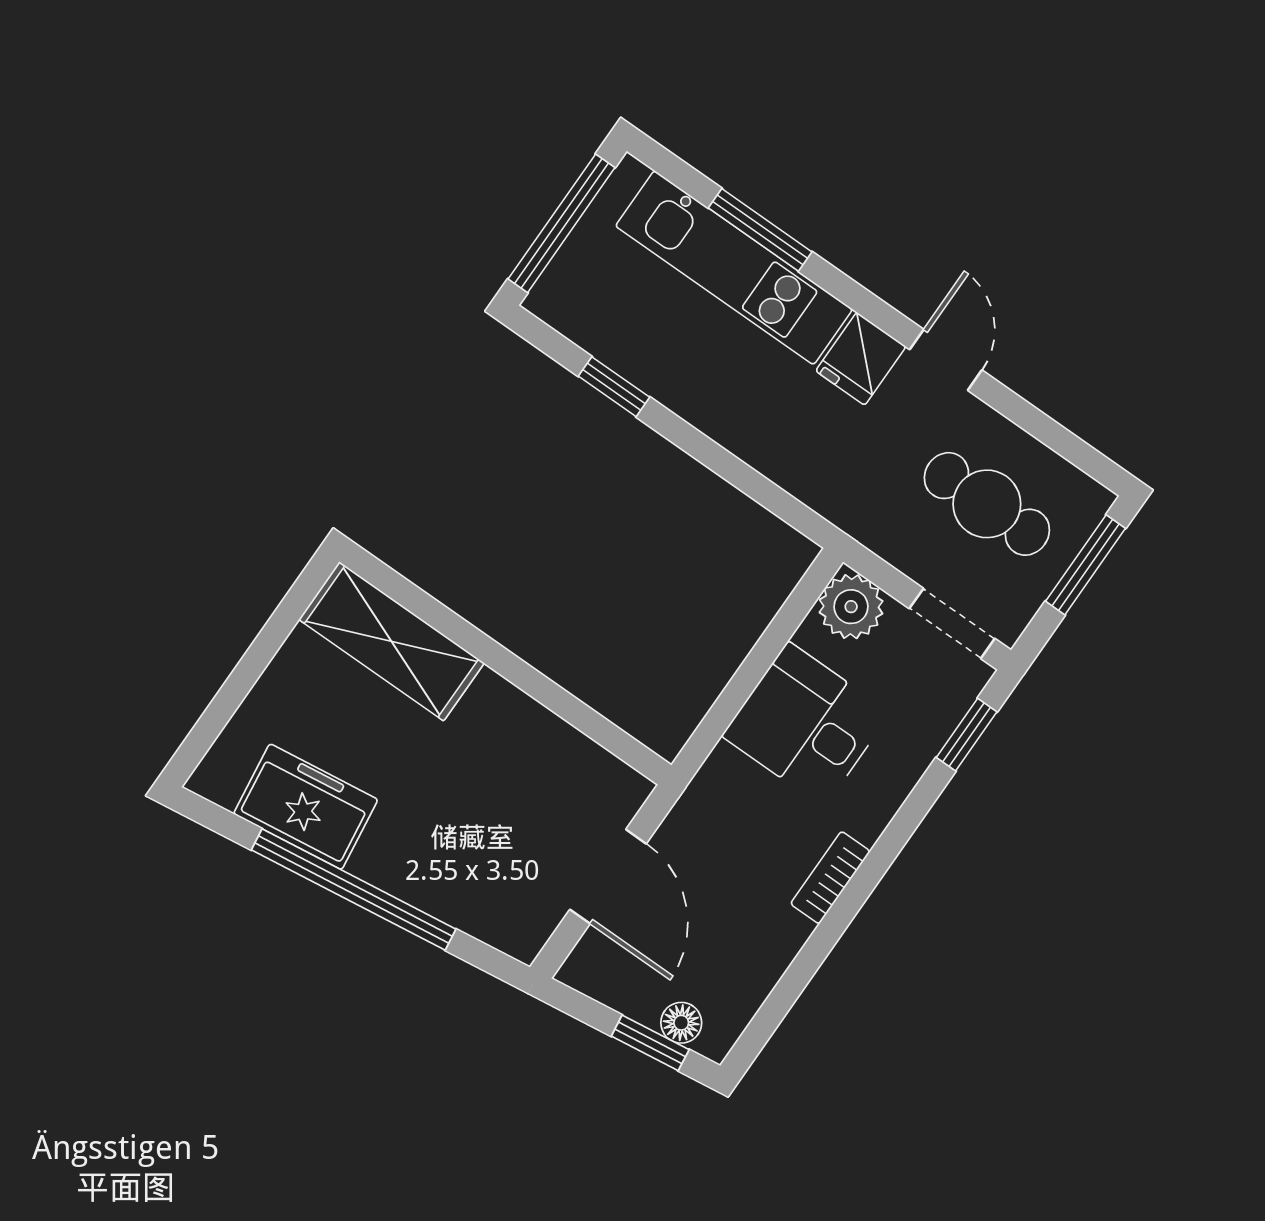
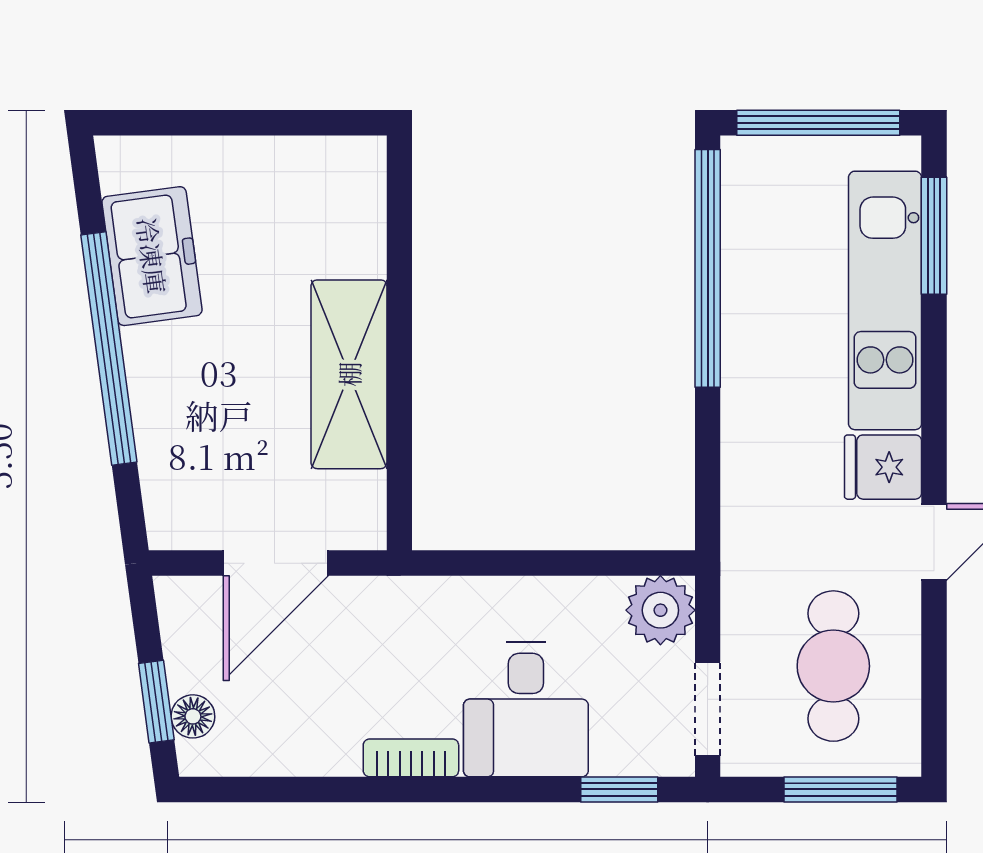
window: (760, 230) -> (934, 236), moved
window: (614, 387) -> (708, 268), width x3.17
shelving: (391, 641) -> (349, 374), moved
desk: (806, 724) -> (526, 710), moved, turned 180

